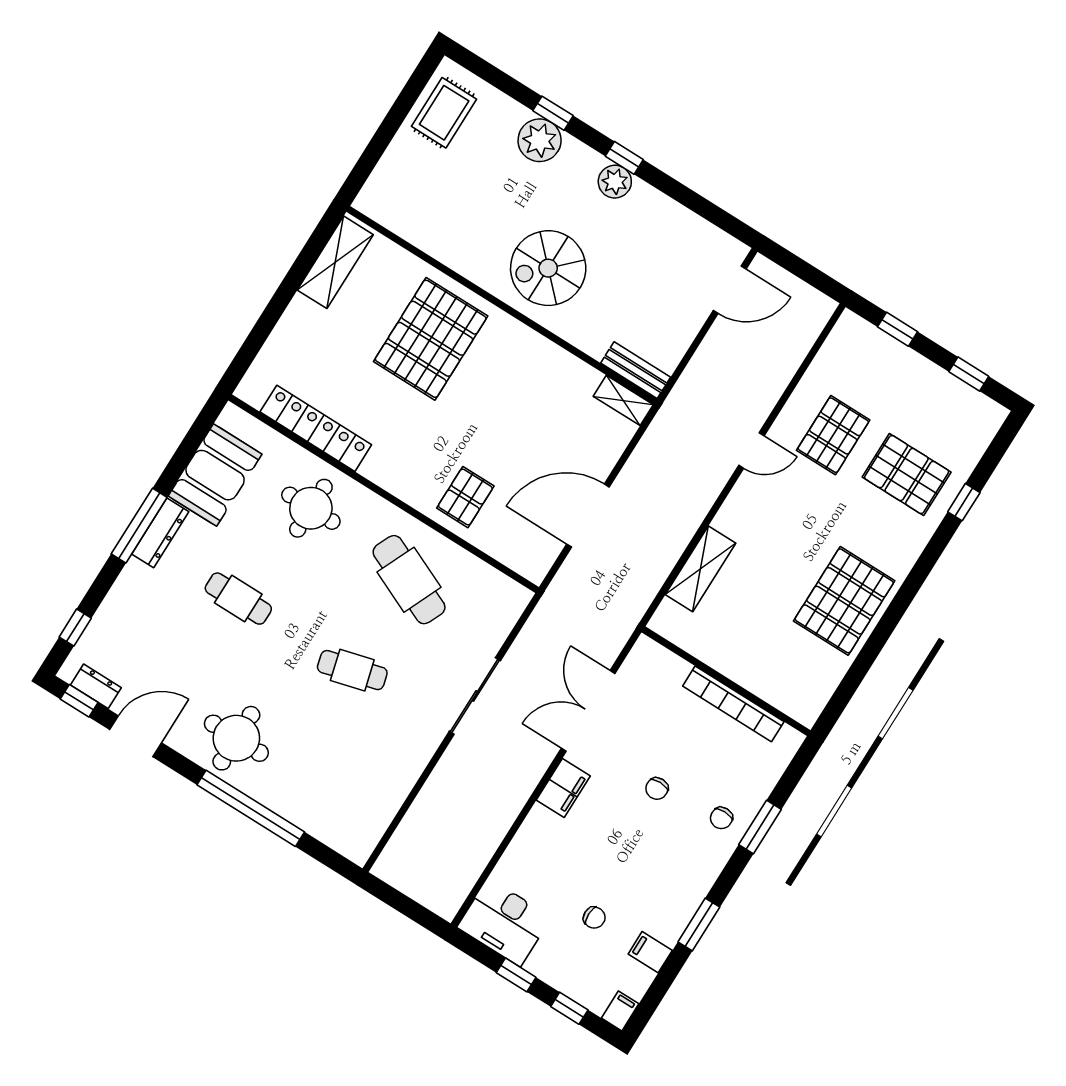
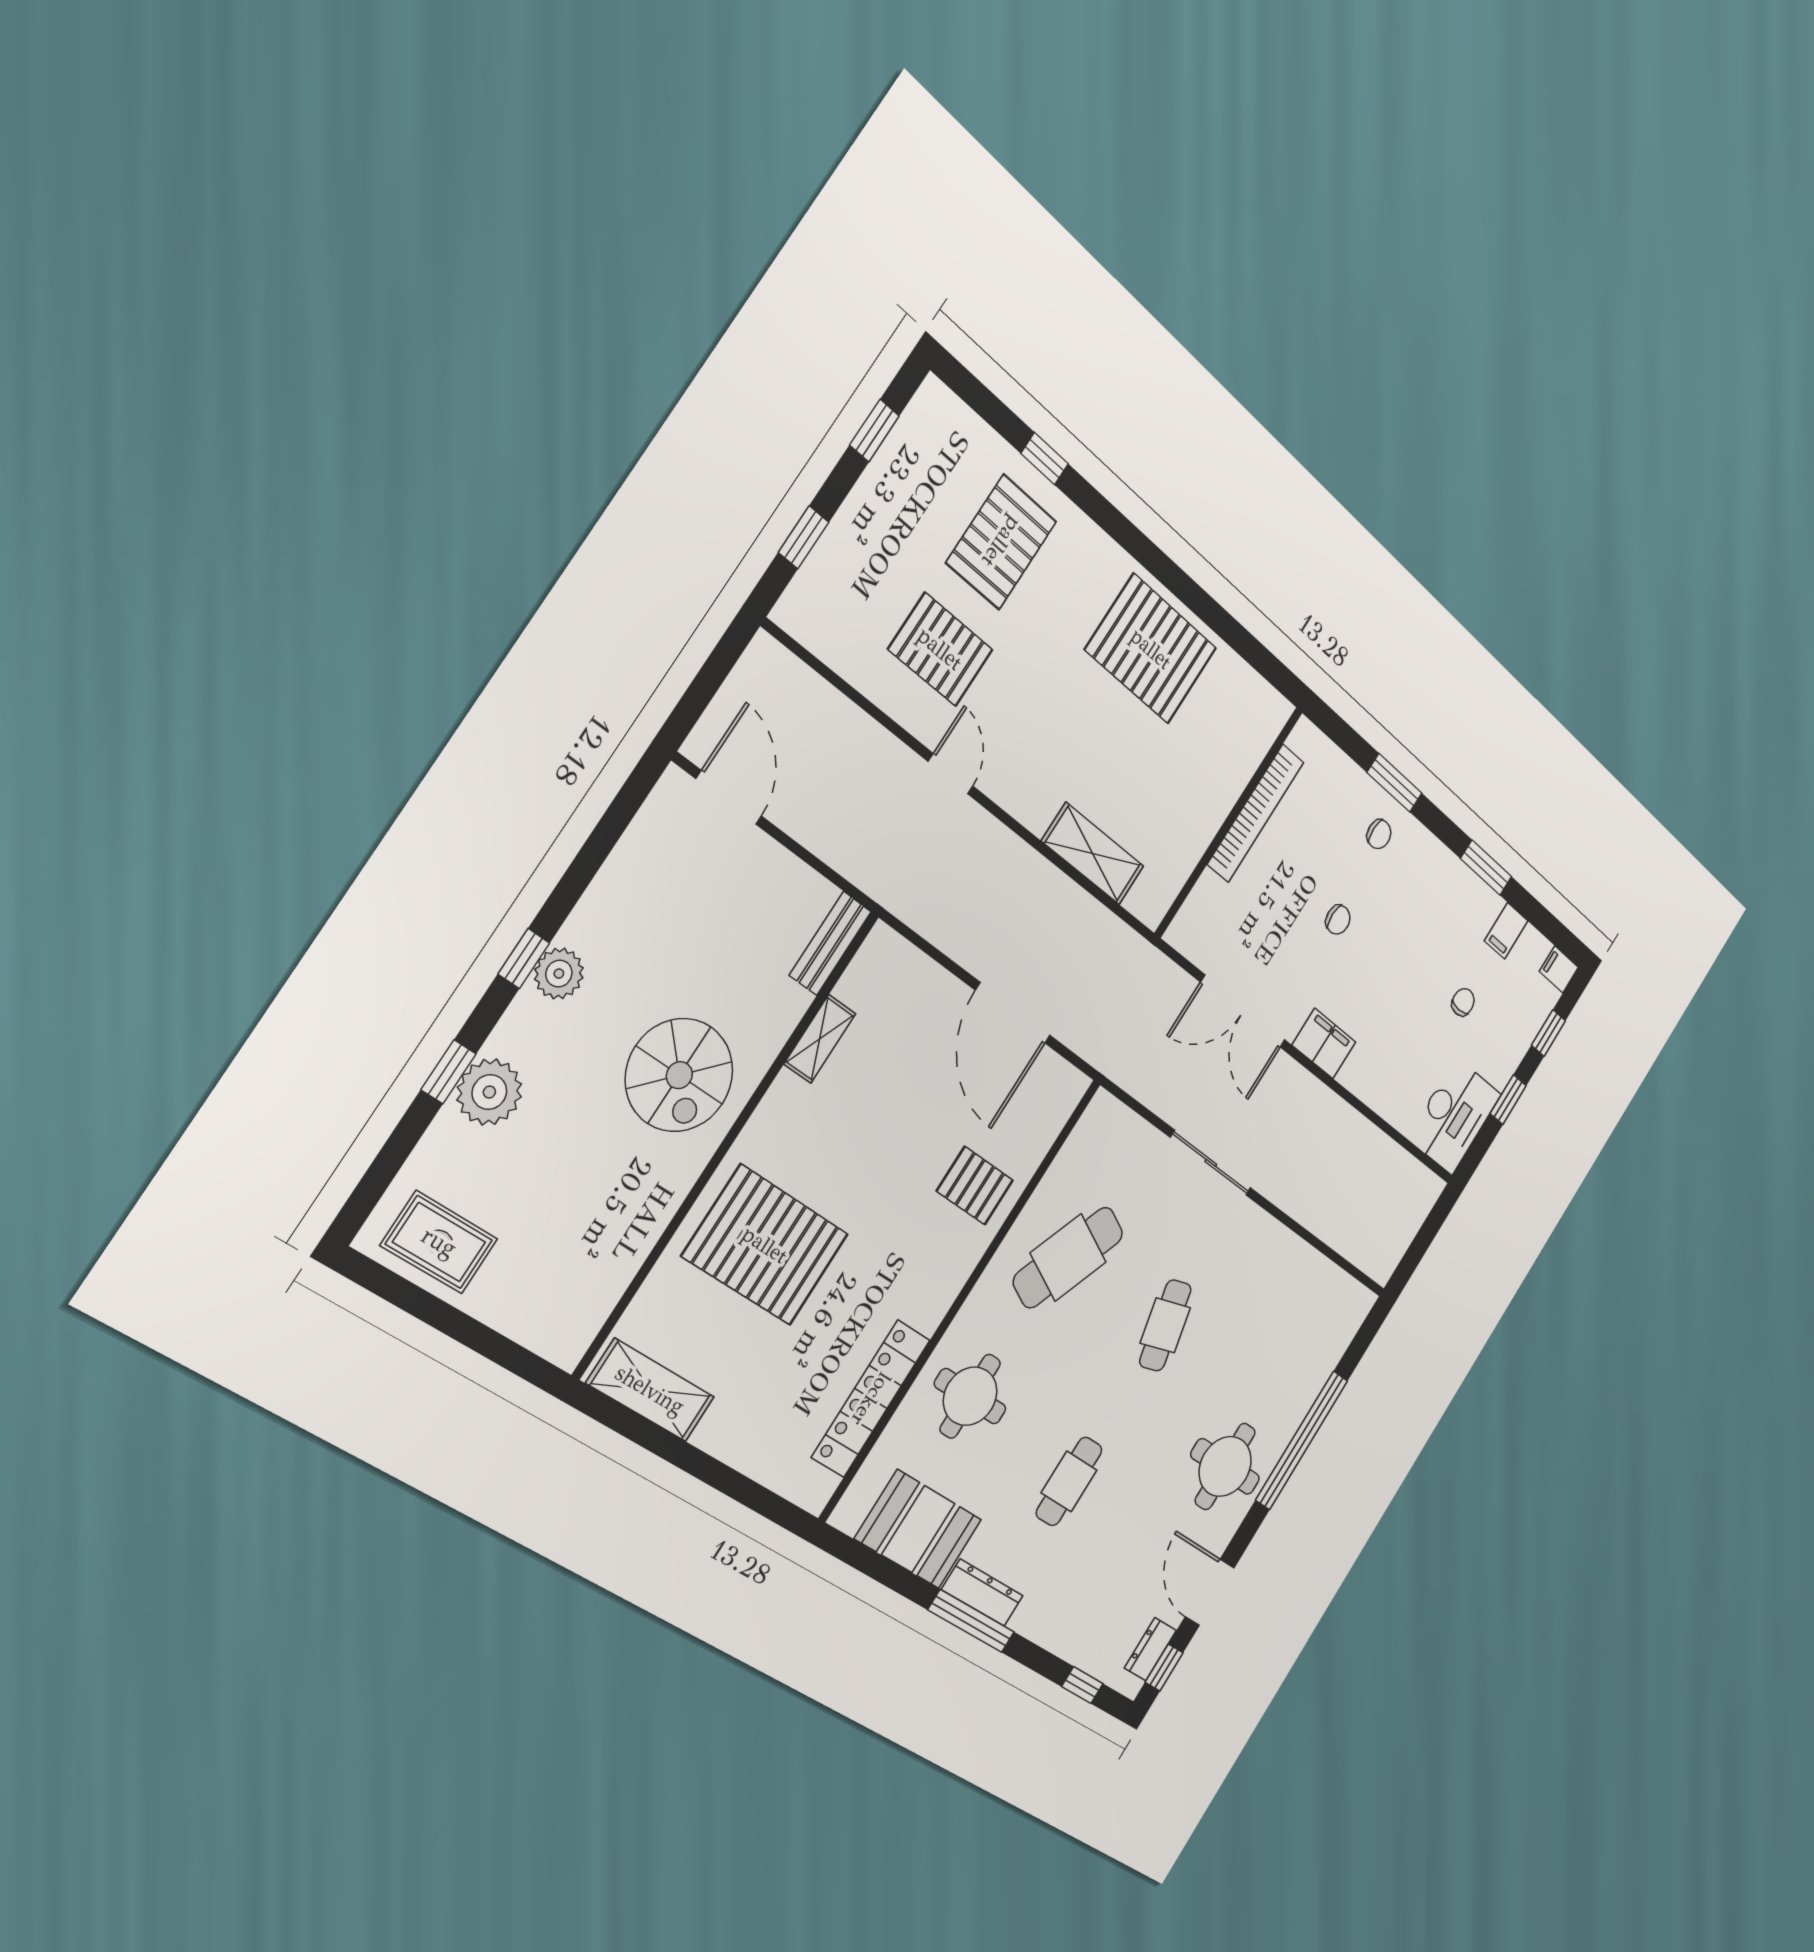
shelving: (623, 400) -> (820, 1039), moved

